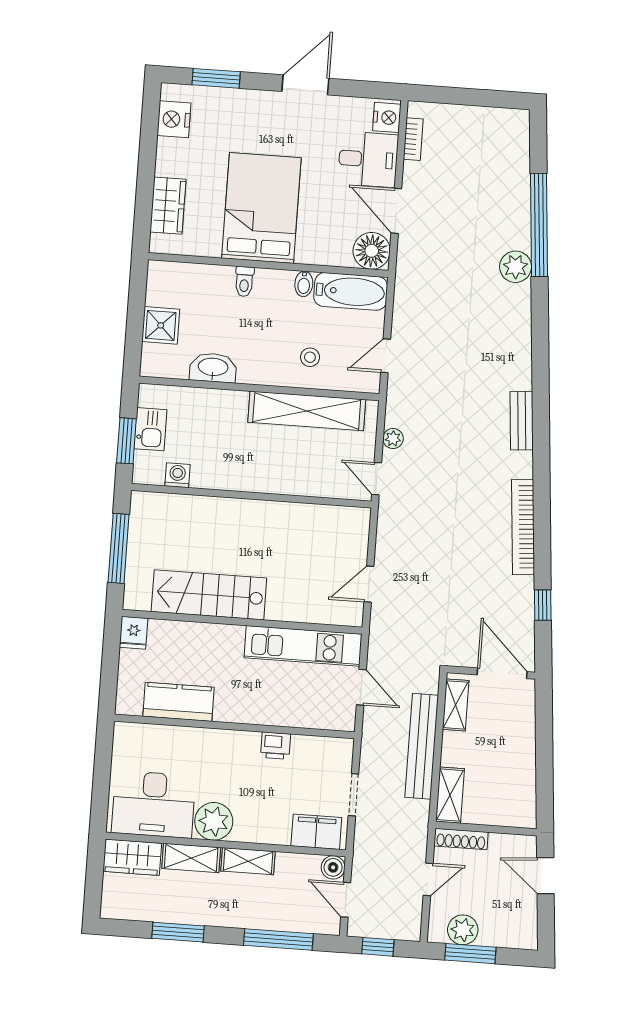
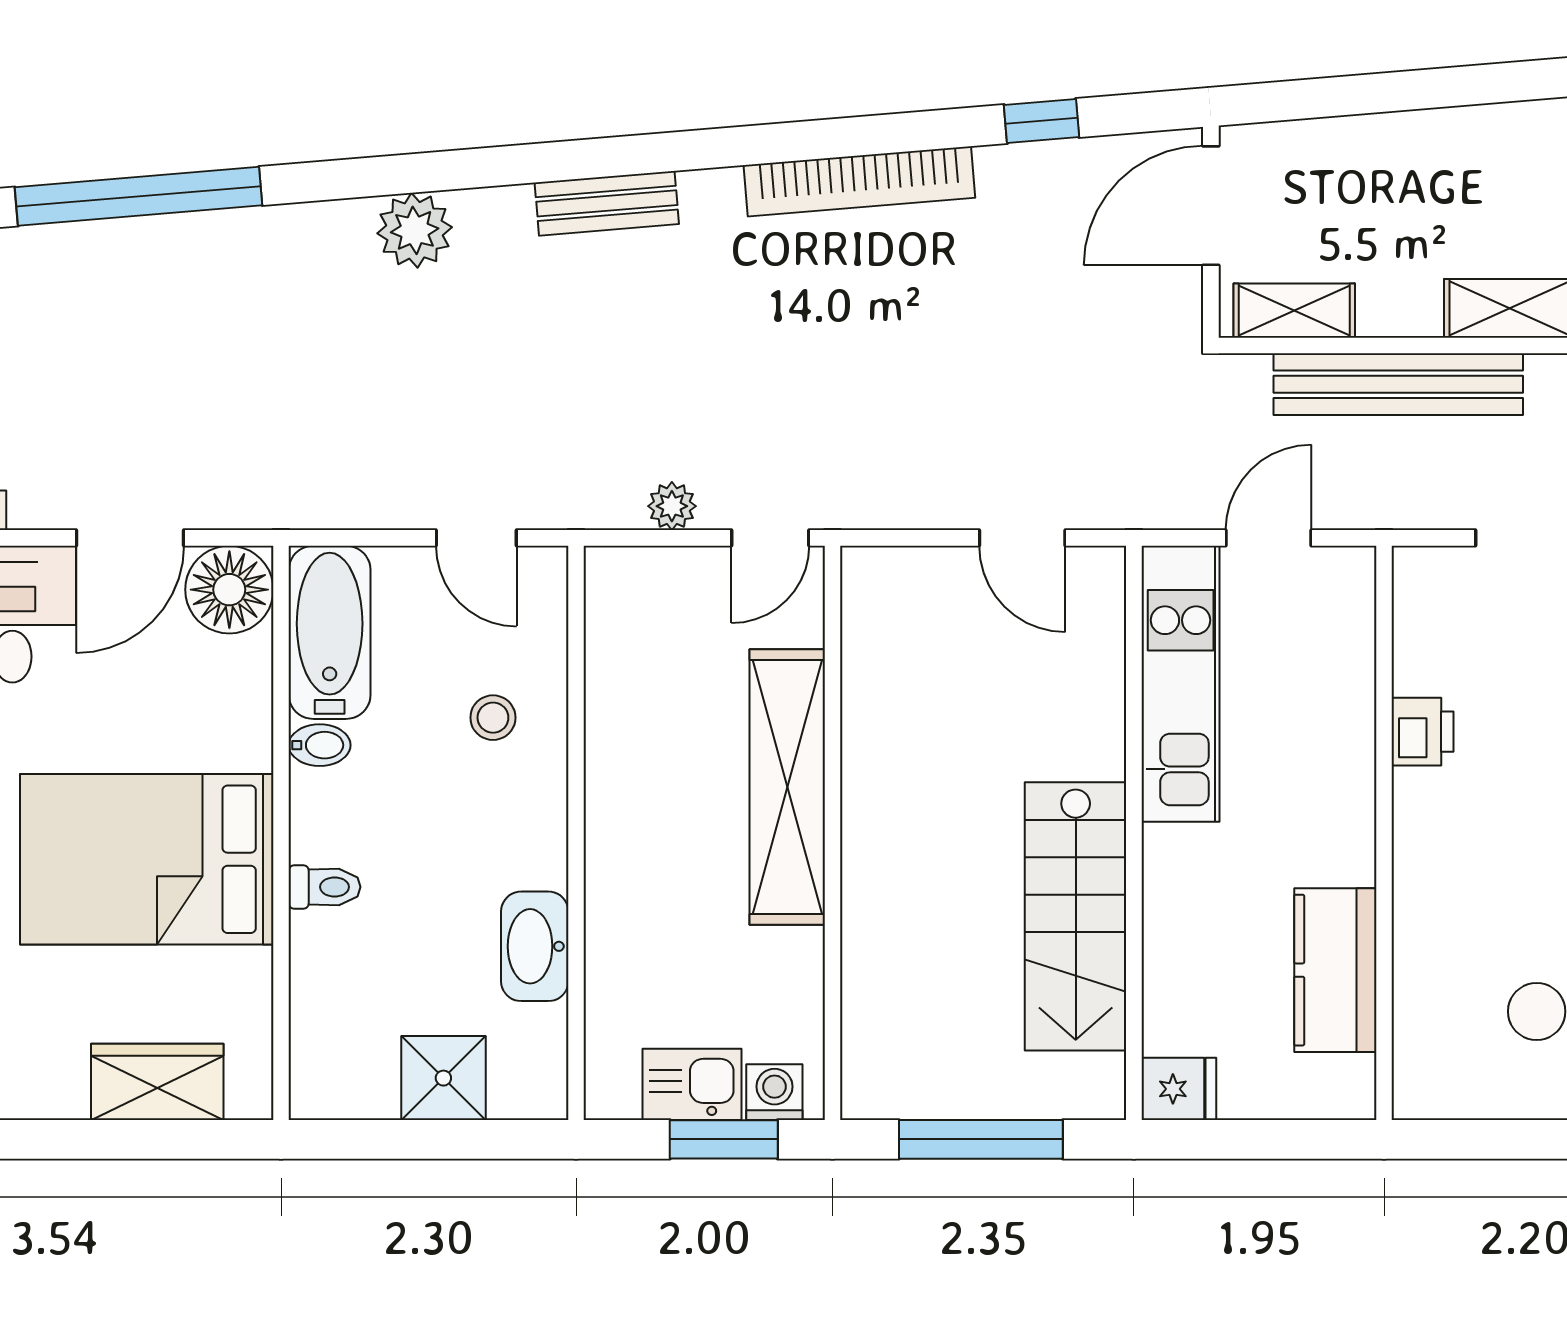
plant: (516, 267) -> (415, 230), moved
shelving: (307, 411) -> (787, 787), moved
washing machine: (177, 475) -> (774, 1092), moved, turned 90

